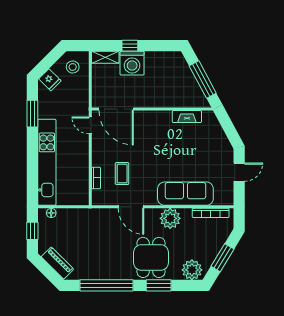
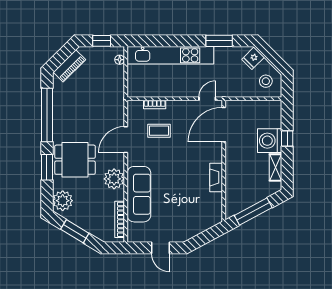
shelving: (105, 57) -> (275, 167), moved
fireplace: (187, 117) -> (216, 177), moved

